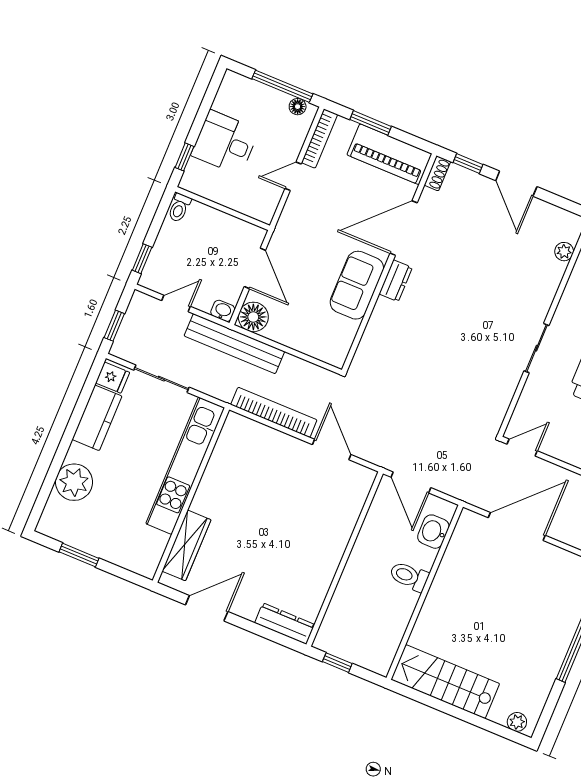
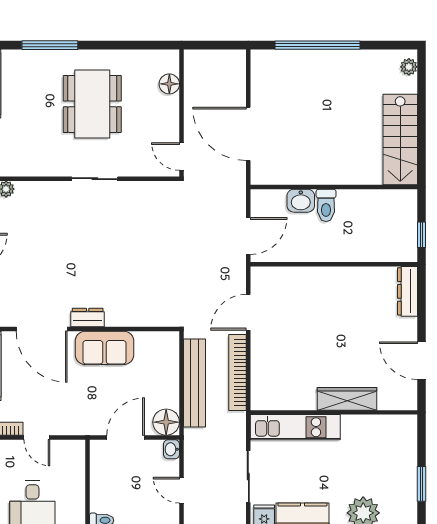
bench: (234, 344) -> (195, 383), moved
kitchen unit: (185, 466) -> (295, 427), width x0.73
washbasin: (433, 532) -> (301, 201), moved
wardrobe: (186, 545) -> (347, 399), moved

